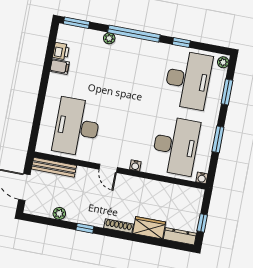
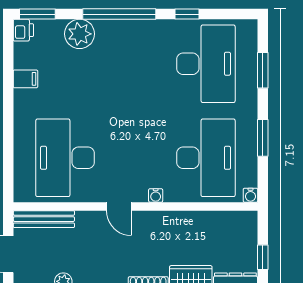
plant: (109, 38) -> (80, 34), width x1.88, depth x1.88
printer: (61, 51) -> (23, 30), moved
plant: (223, 62) -> (250, 30), removed

